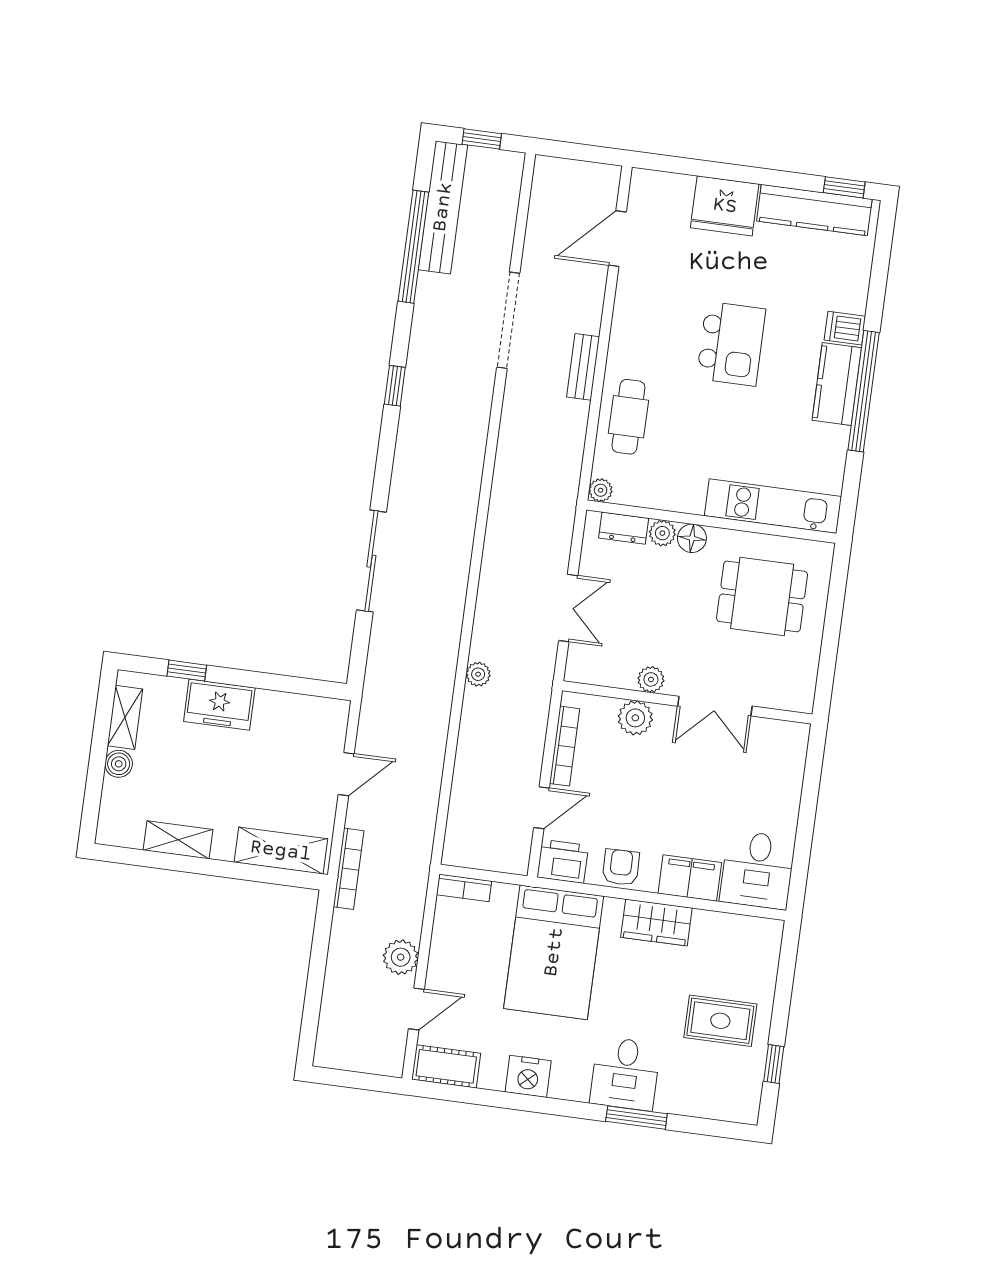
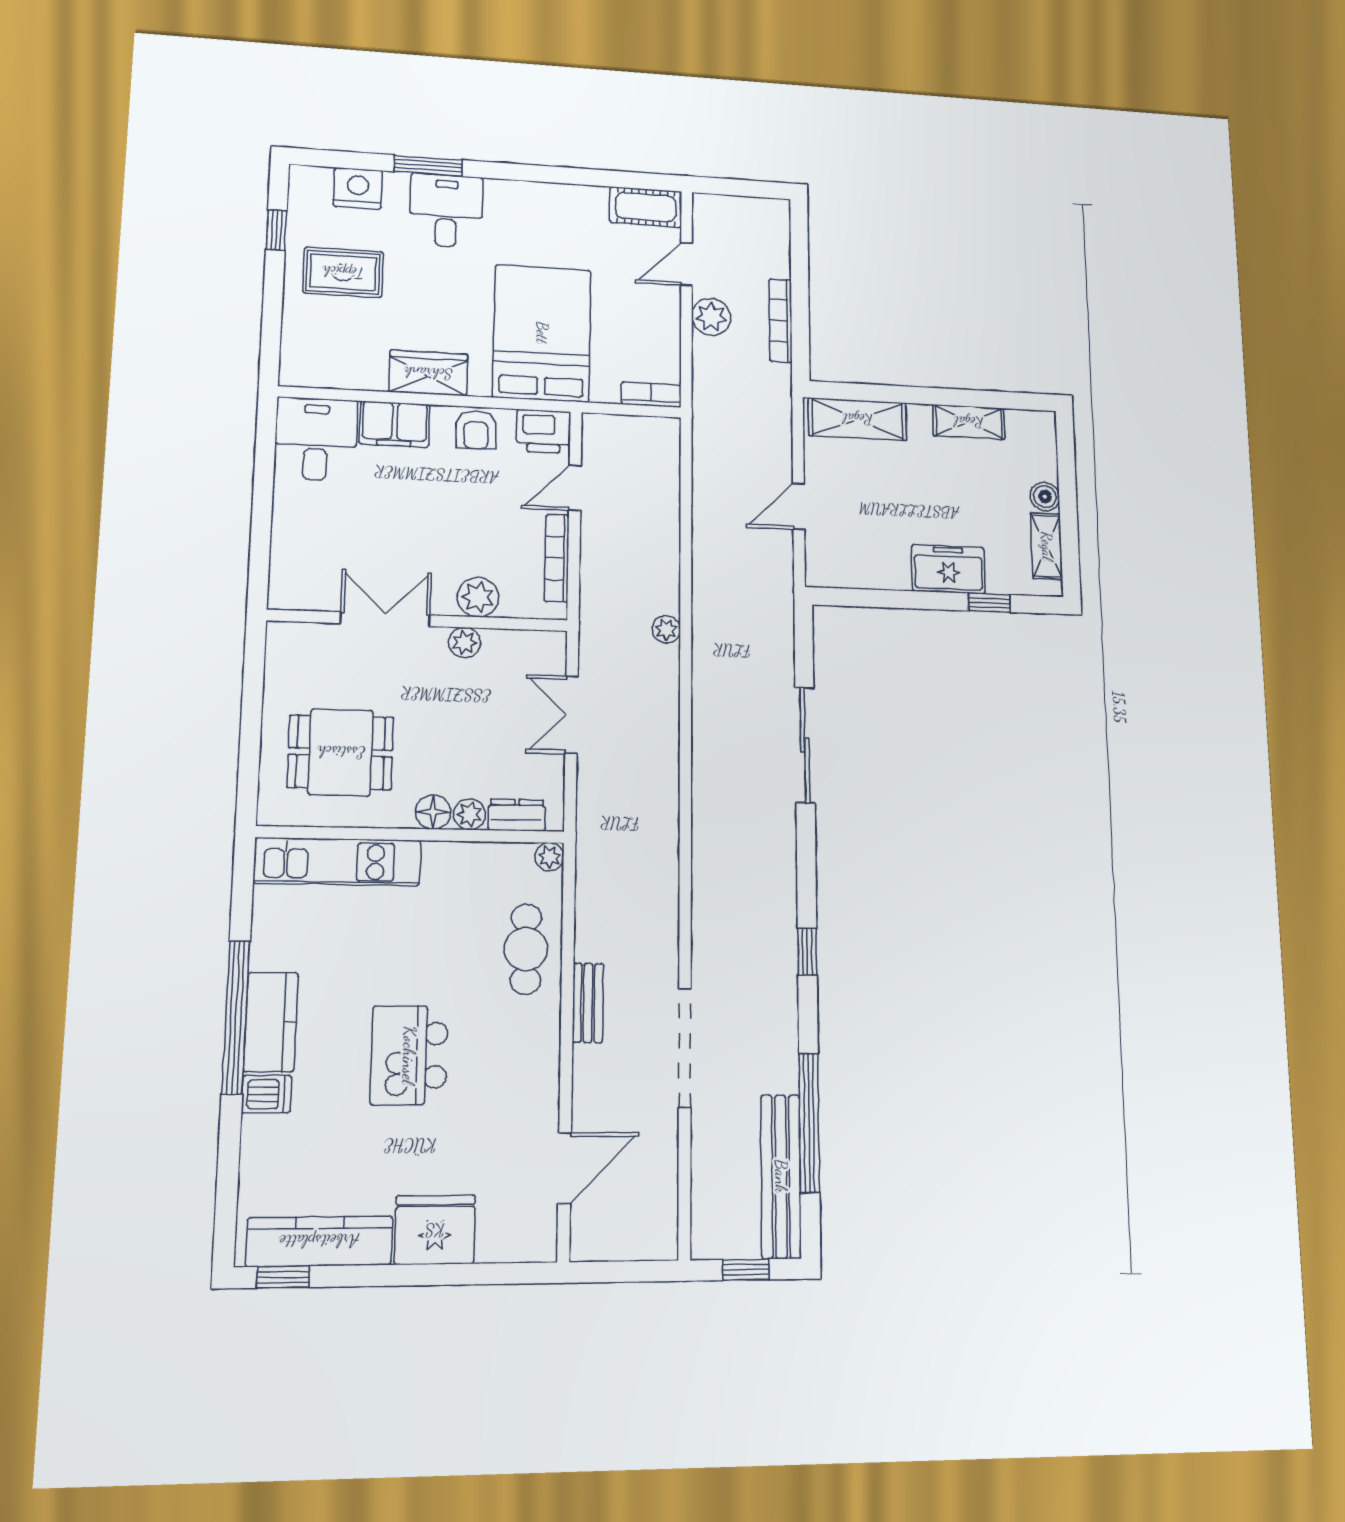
bookcase: (349, 869) -> (780, 321), moved
nightstand: (528, 1076) -> (358, 188), moved

